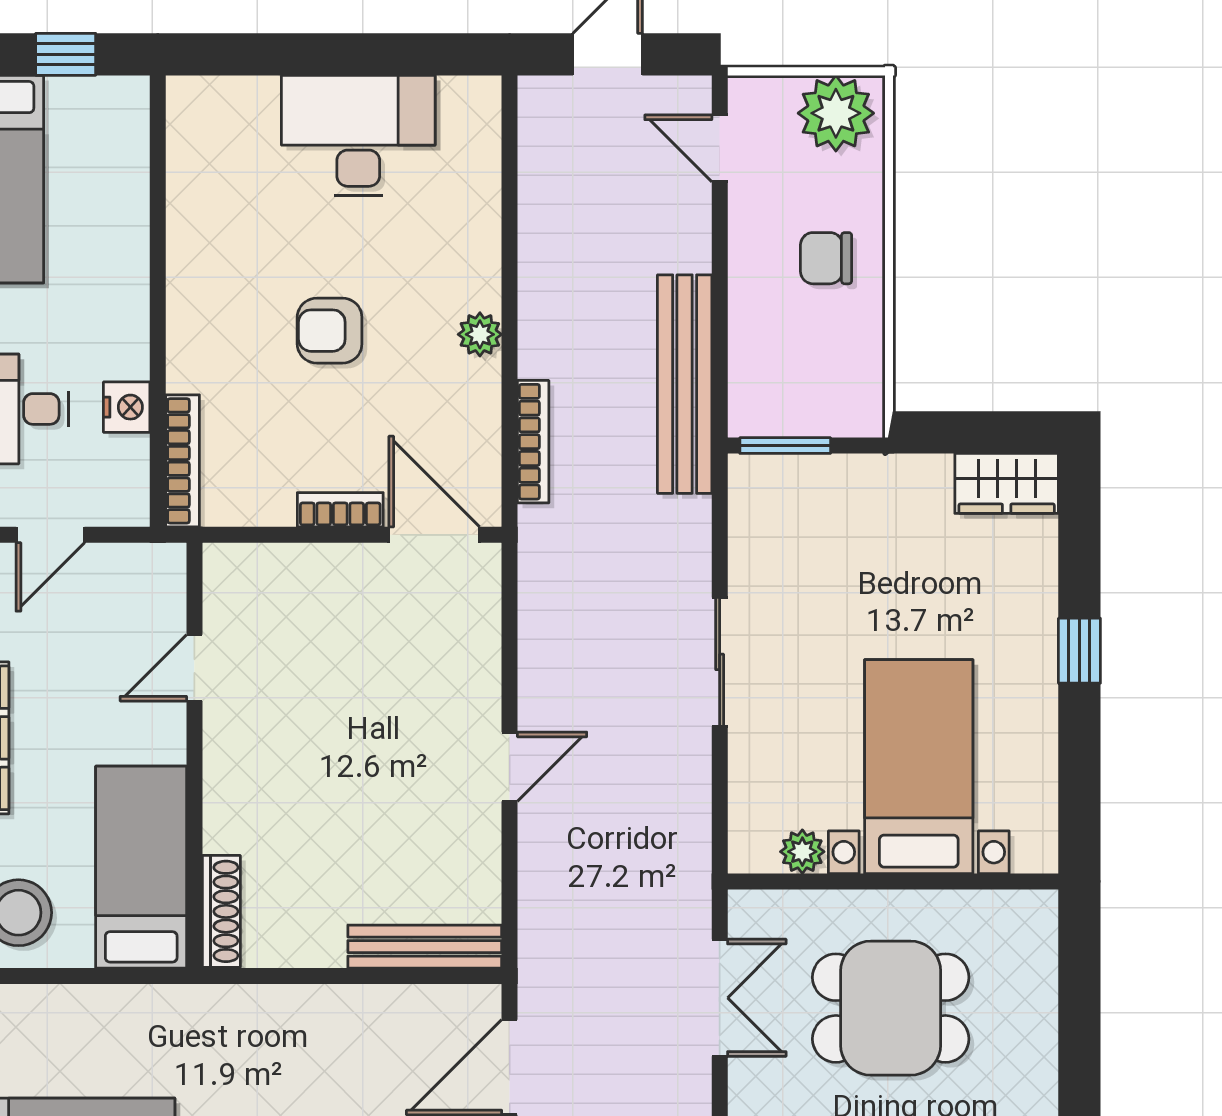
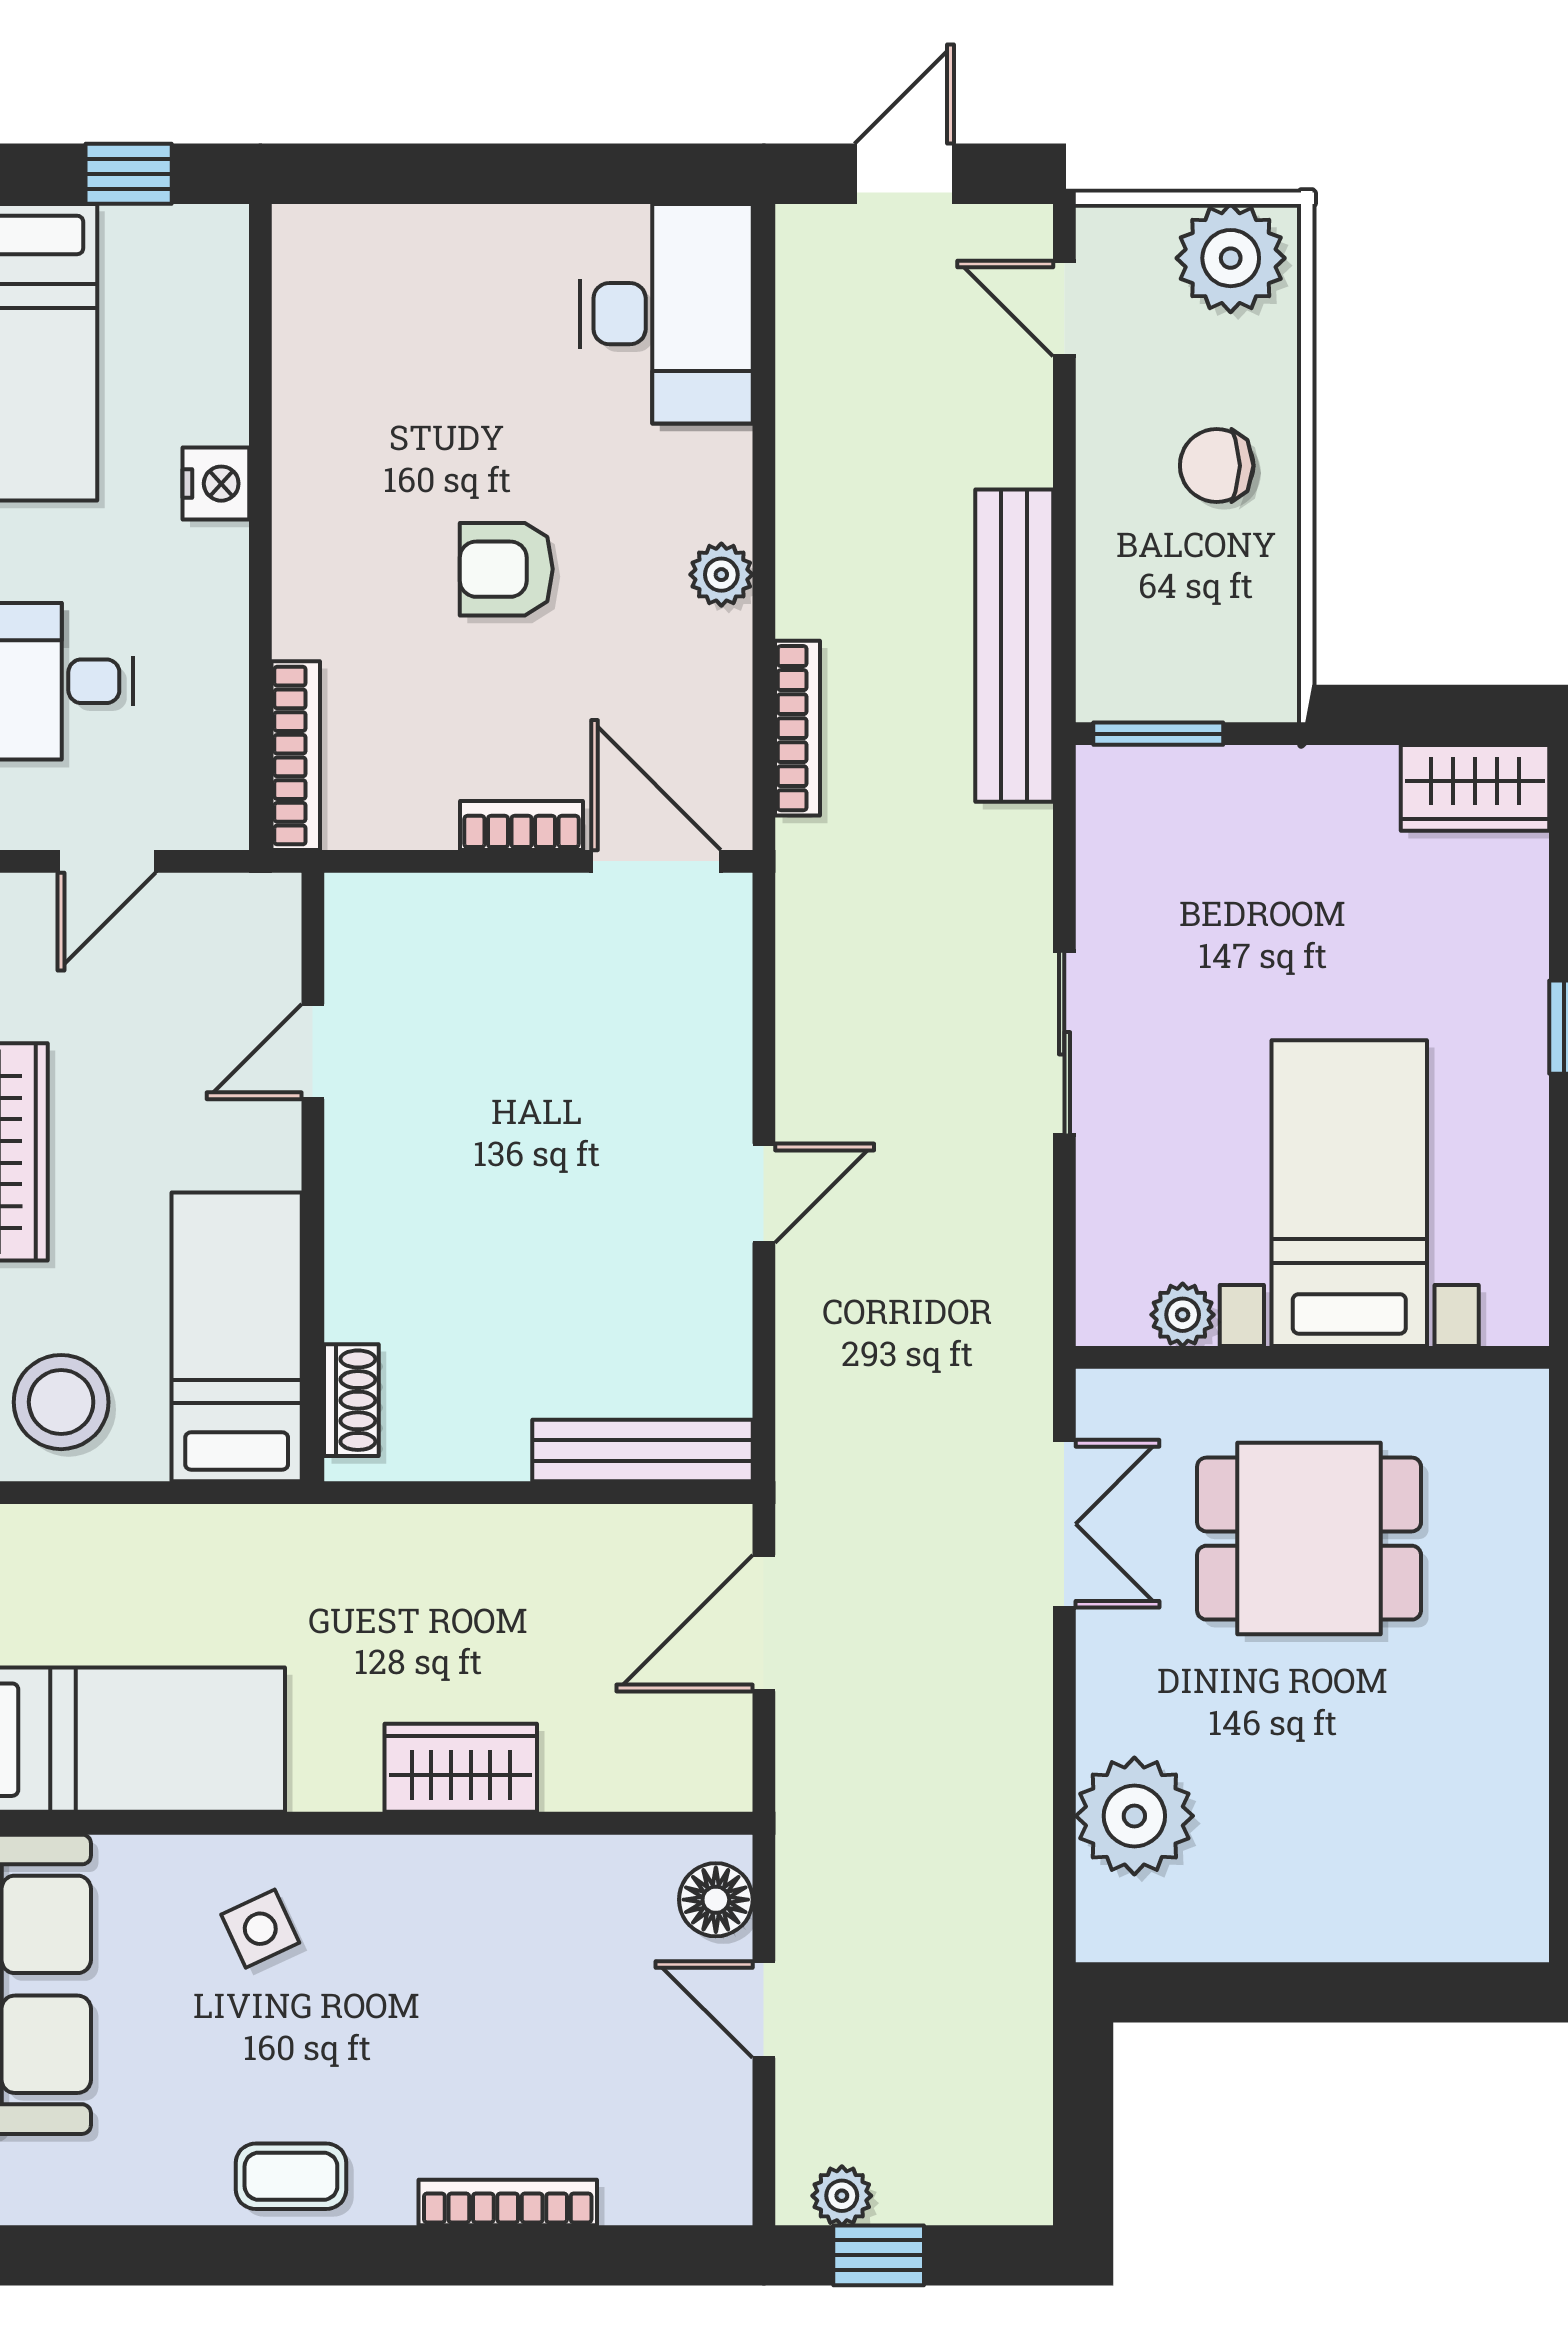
desk: (358, 136) -> (666, 314), moved, turned 90
nightstand: (127, 407) -> (216, 484), moved
shoe rack: (221, 911) -> (351, 1400), width x0.70

